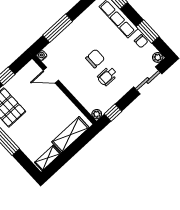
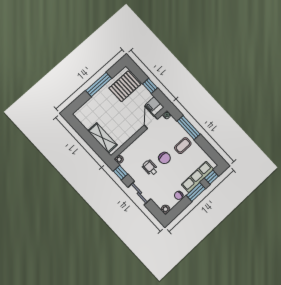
window: (148, 32) -> (196, 192), moved
coffee table: (80, 36) -> (183, 146), added
filing cabinet: (28, 73) -> (153, 104), added
sliding door: (148, 80) -> (139, 193), moved
shelving: (48, 158) -> (83, 119), removed

